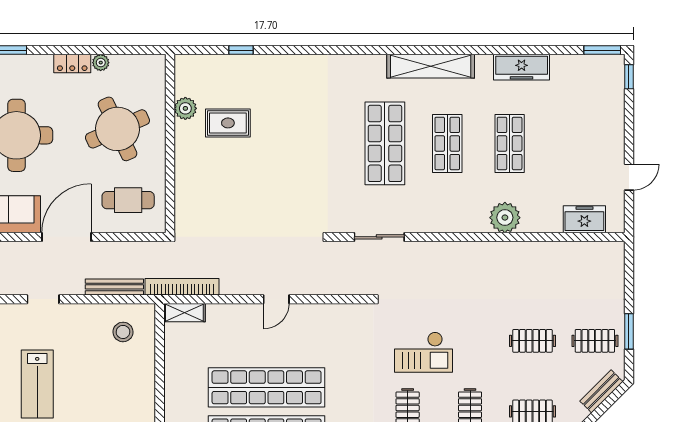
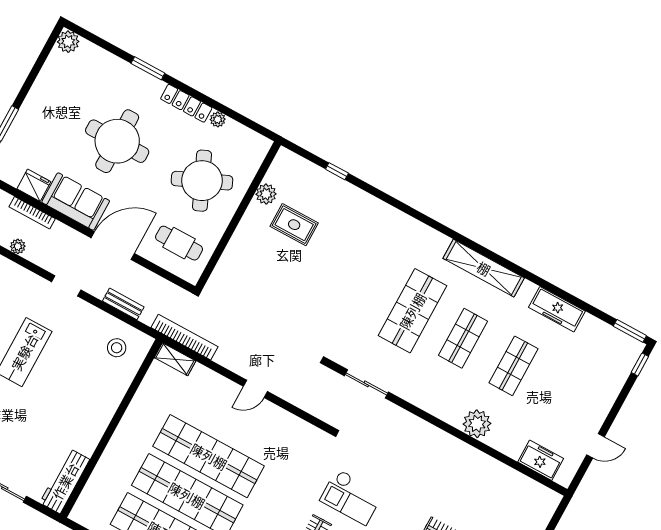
locker: (72, 63) -> (186, 103), width x1.53
bench: (114, 287) -> (123, 304), width x0.73

